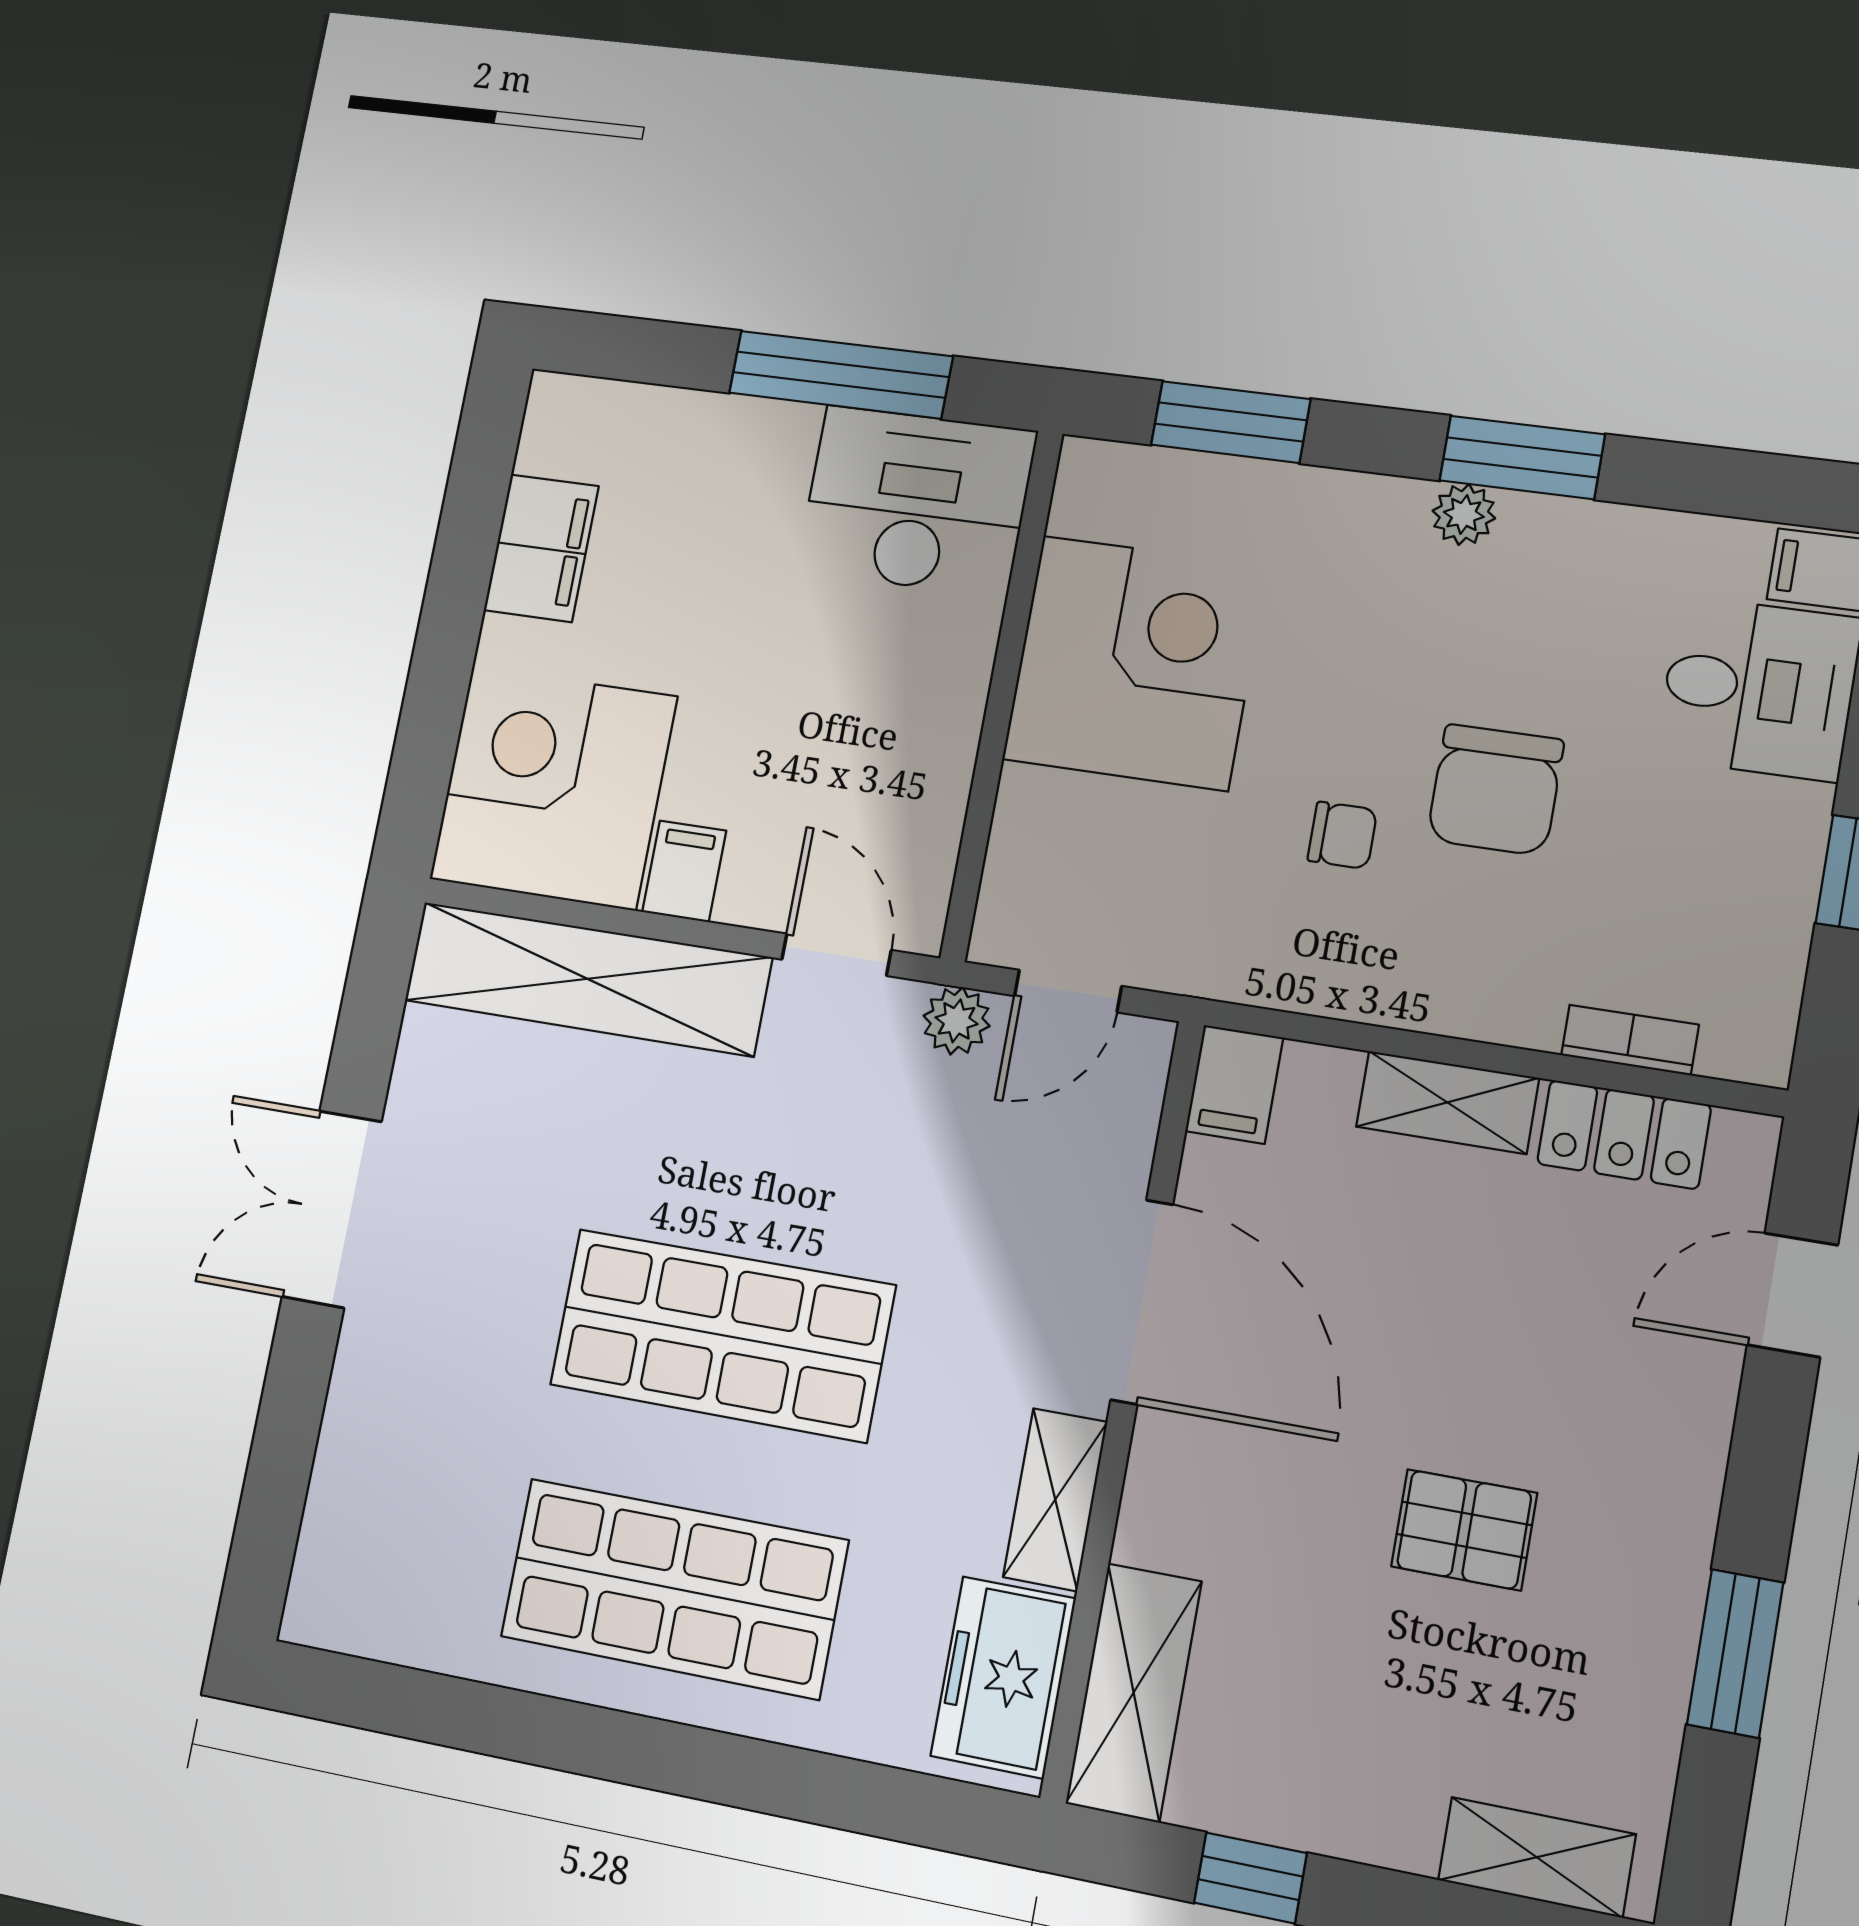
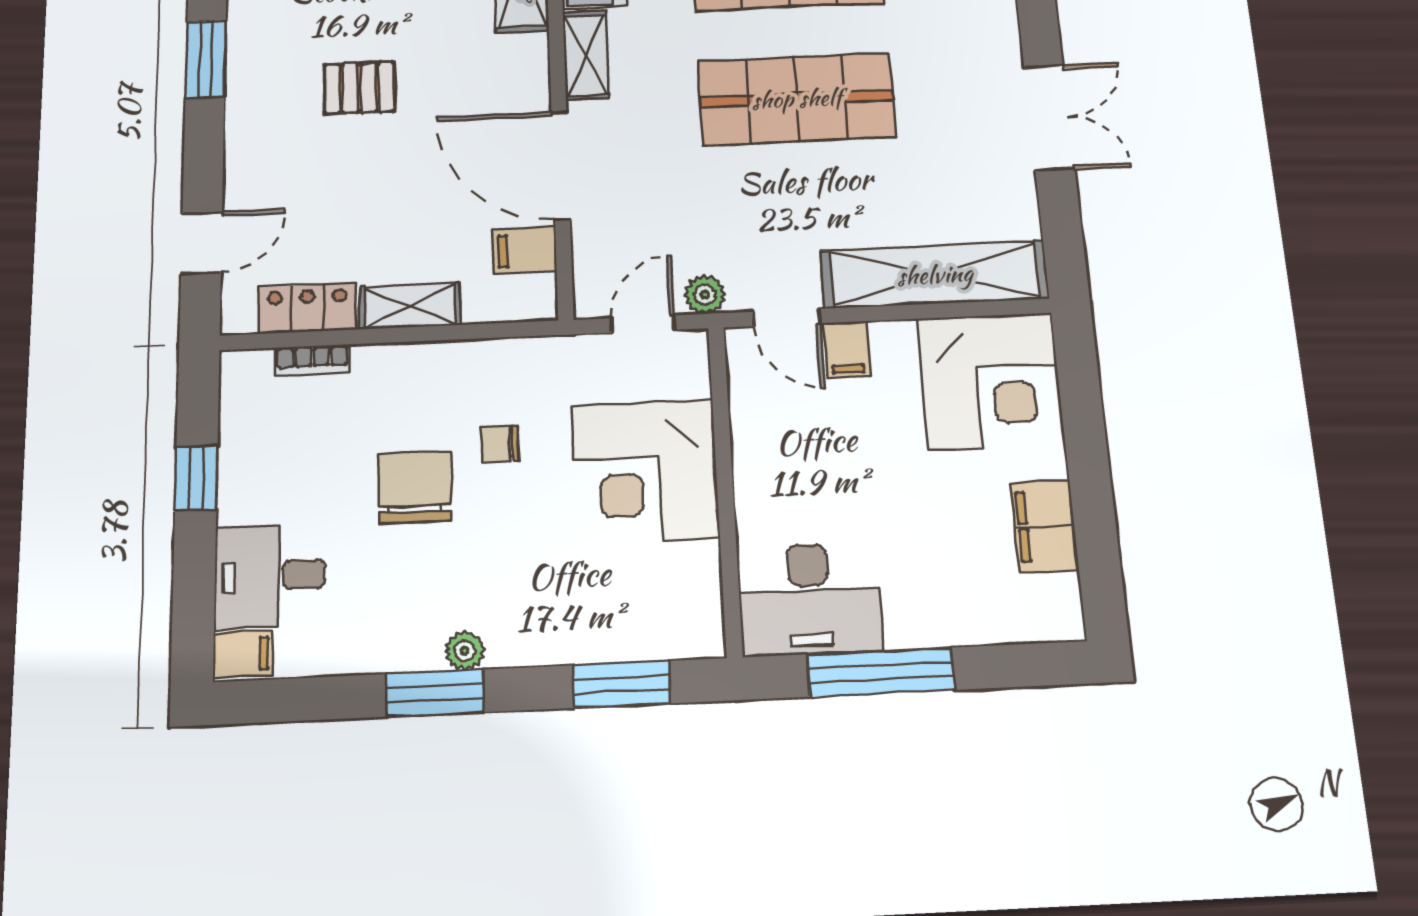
corner desk: (1135, 663) -> (645, 471), moved
filing cabinet: (684, 871) -> (847, 349), moved
filing cabinet: (1234, 1084) -> (525, 250), moved, turned -90

